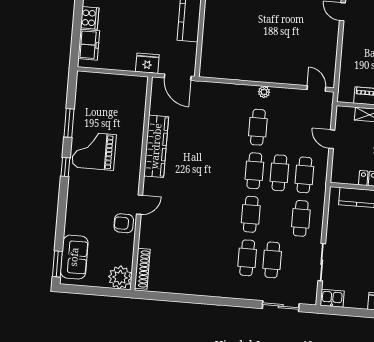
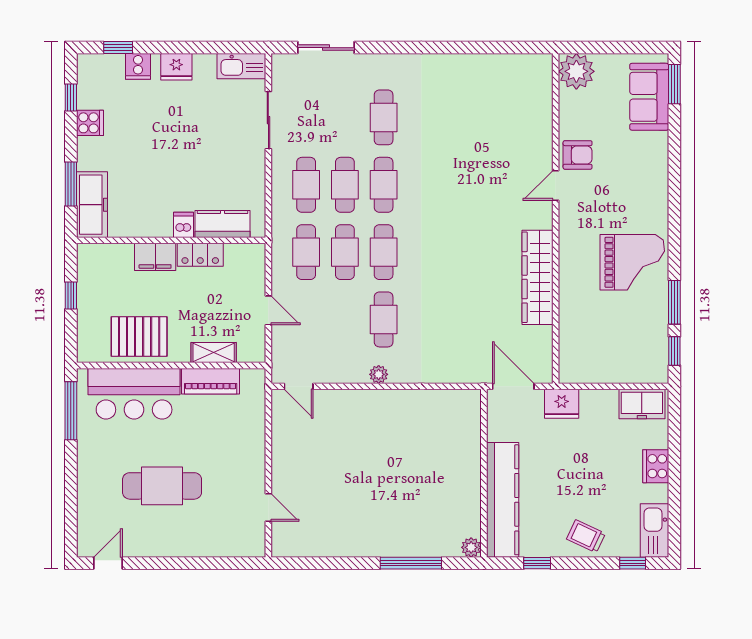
freezer: (89, 45) -> (642, 404), moved, turned -90
window: (65, 167) -> (674, 351), moved
cafe table: (272, 260) -> (345, 185), moved
shoe rack: (142, 269) -> (543, 87), removed
kitchen sink: (332, 298) -> (241, 66), width x1.38

